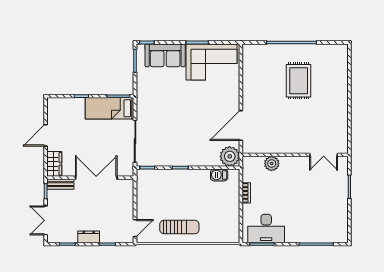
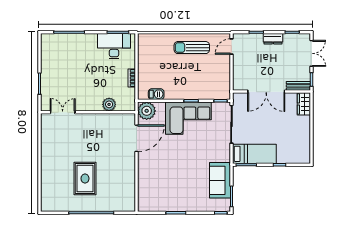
sofa: (165, 55) -> (220, 180), moved, turned -90
corner sofa: (212, 62) -> (188, 118), moved, turned 180
door: (46, 135) -> (311, 130), removed

